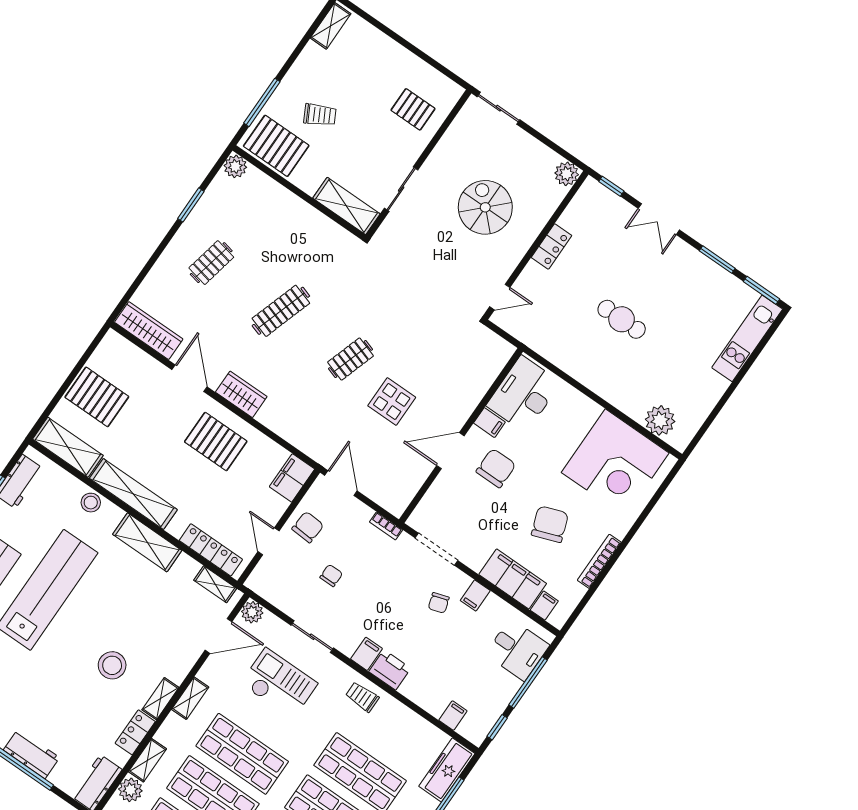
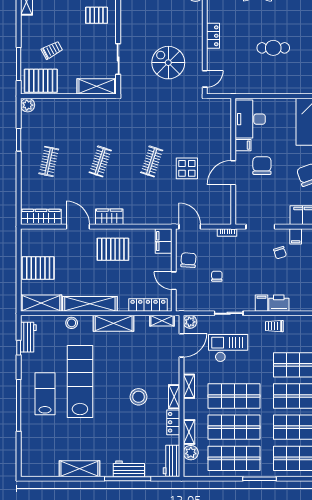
spiral stairs: (485, 207) -> (168, 63), moved
clothes rail: (281, 311) -> (100, 161), width x0.73

